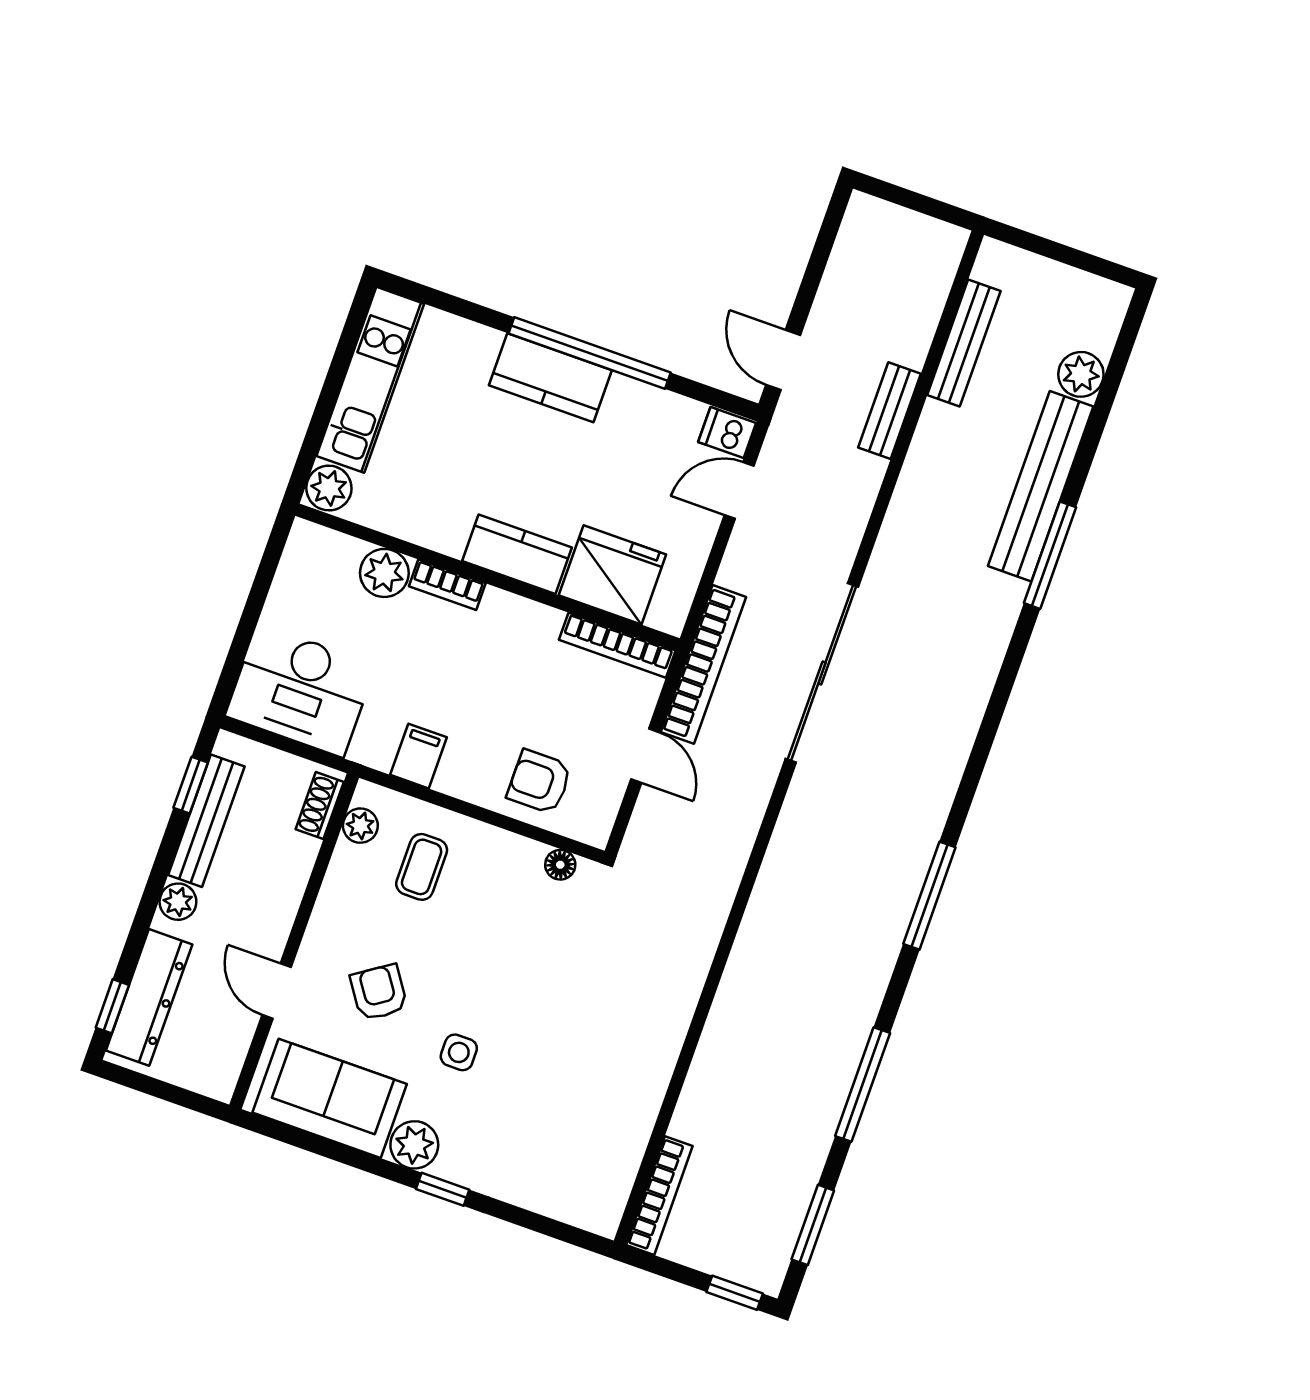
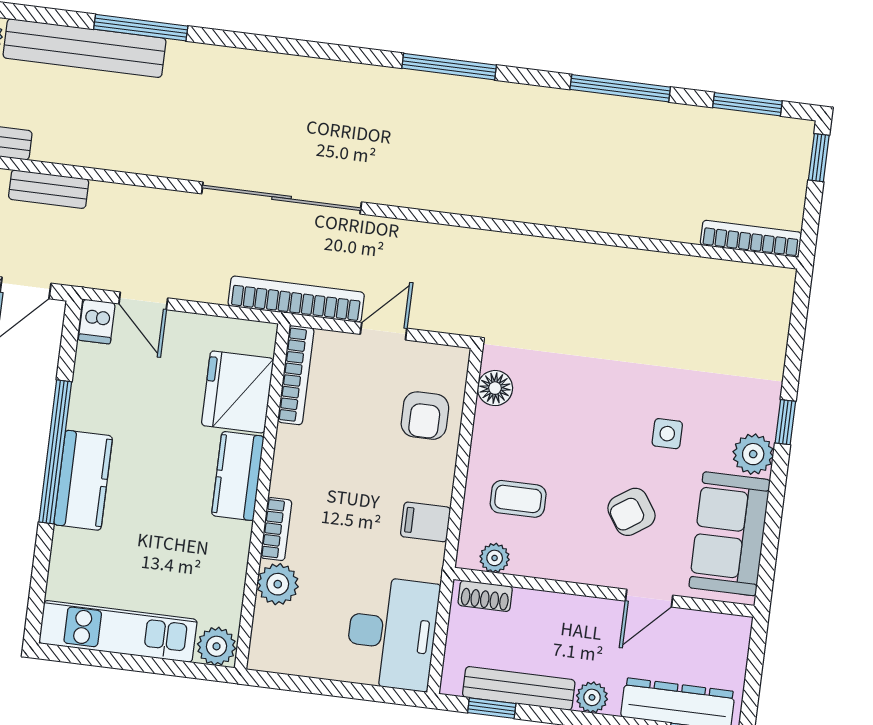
floor lamp: (560, 865) -> (495, 388), width x1.37, depth x1.37

